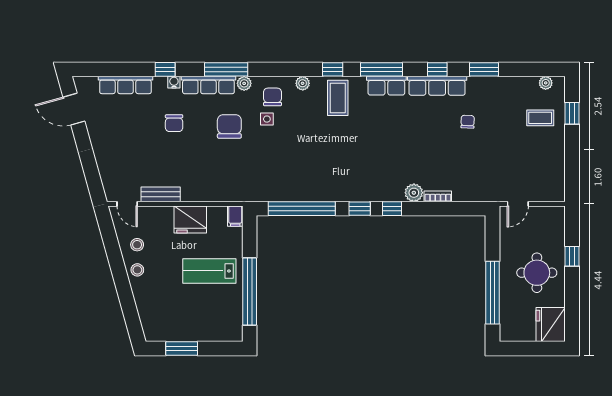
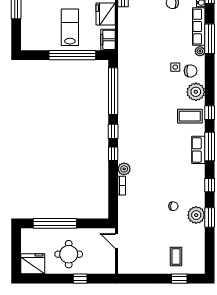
plant: (303, 83) -> (196, 92), width x1.88, depth x1.88
plant: (546, 83) -> (196, 215), moved, width x1.87, depth x1.87
row of seats: (437, 86) -> (198, 185), removed
chair: (229, 126) -> (170, 41), removed
filing cabinet: (235, 216) -> (108, 40), width x2.00
window: (250, 292) -> (72, 55), moved

